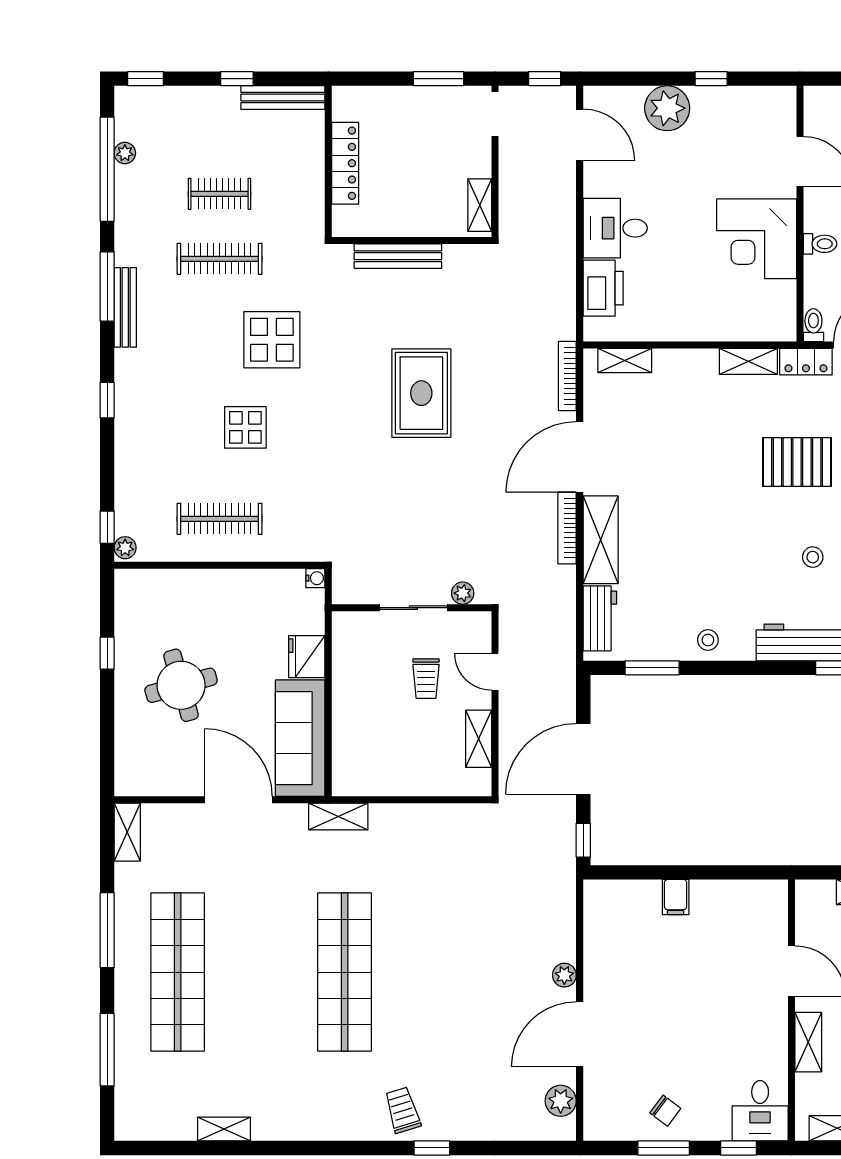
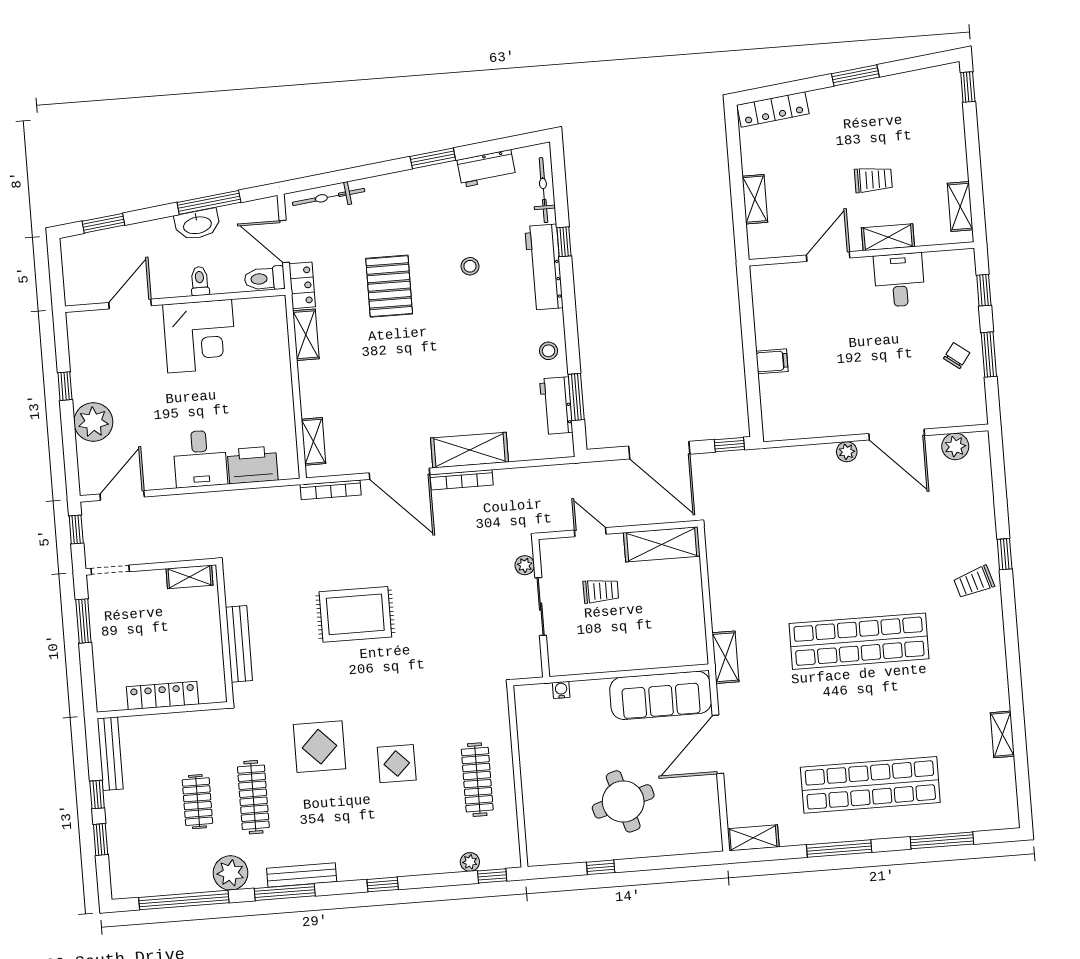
window: (146, 79) -> (101, 840), moved
plant: (125, 153) -> (231, 873), moved, width x1.88, depth x1.88
toilet: (813, 325) -> (264, 279), width x1.37, depth x1.39
plant: (125, 548) -> (470, 862), moved
water cooler: (315, 578) -> (561, 690), moved
workbench: (600, 618) -> (556, 406), moved, turned -90
fridge: (307, 657) -> (590, 695), removed
door: (495, 672) -> (590, 532), swing flipped
shelving: (479, 739) -> (662, 544), width x1.50, depth x1.33
desk: (760, 1111) -> (899, 280), moved, turned -90

